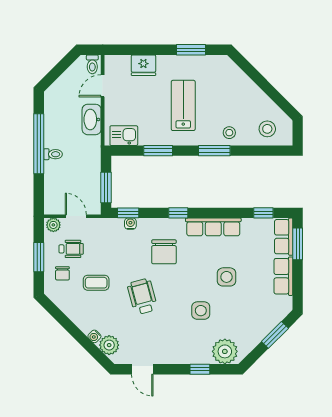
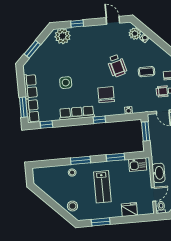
stool: (267, 129) -> (72, 206), moved
window: (128, 213) -> (131, 117), removed
side table: (201, 311) -> (80, 60), removed

